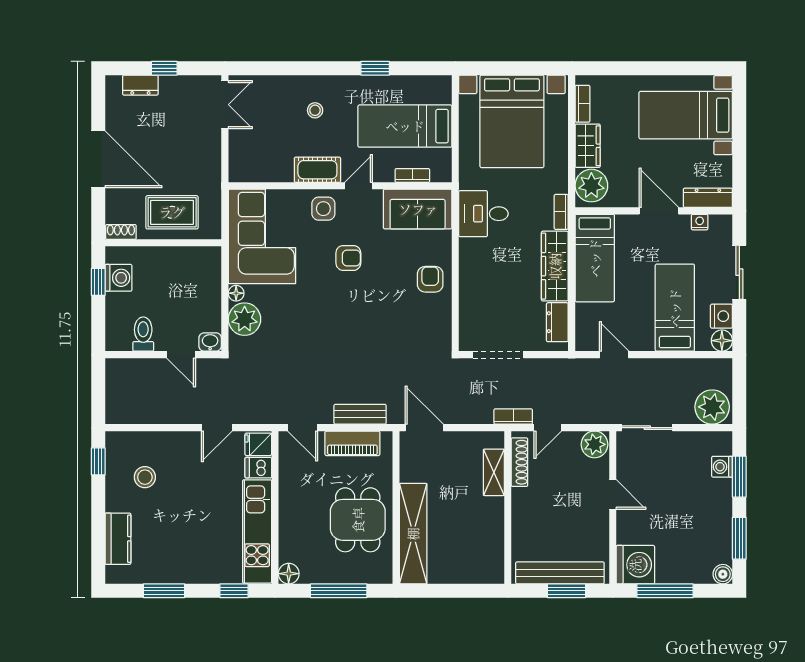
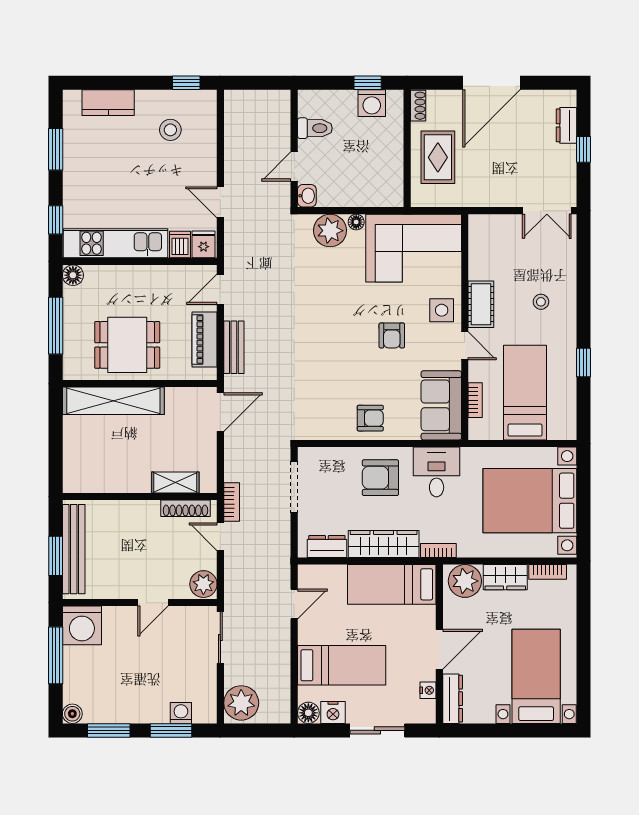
armchair: (489, 269) -> (380, 478), added

